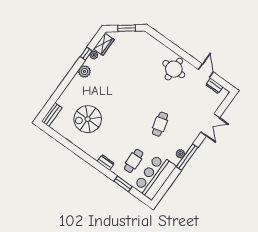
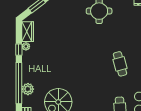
plant: (84, 71) -> (28, 89), moved
window: (67, 81) -> (19, 83), added

